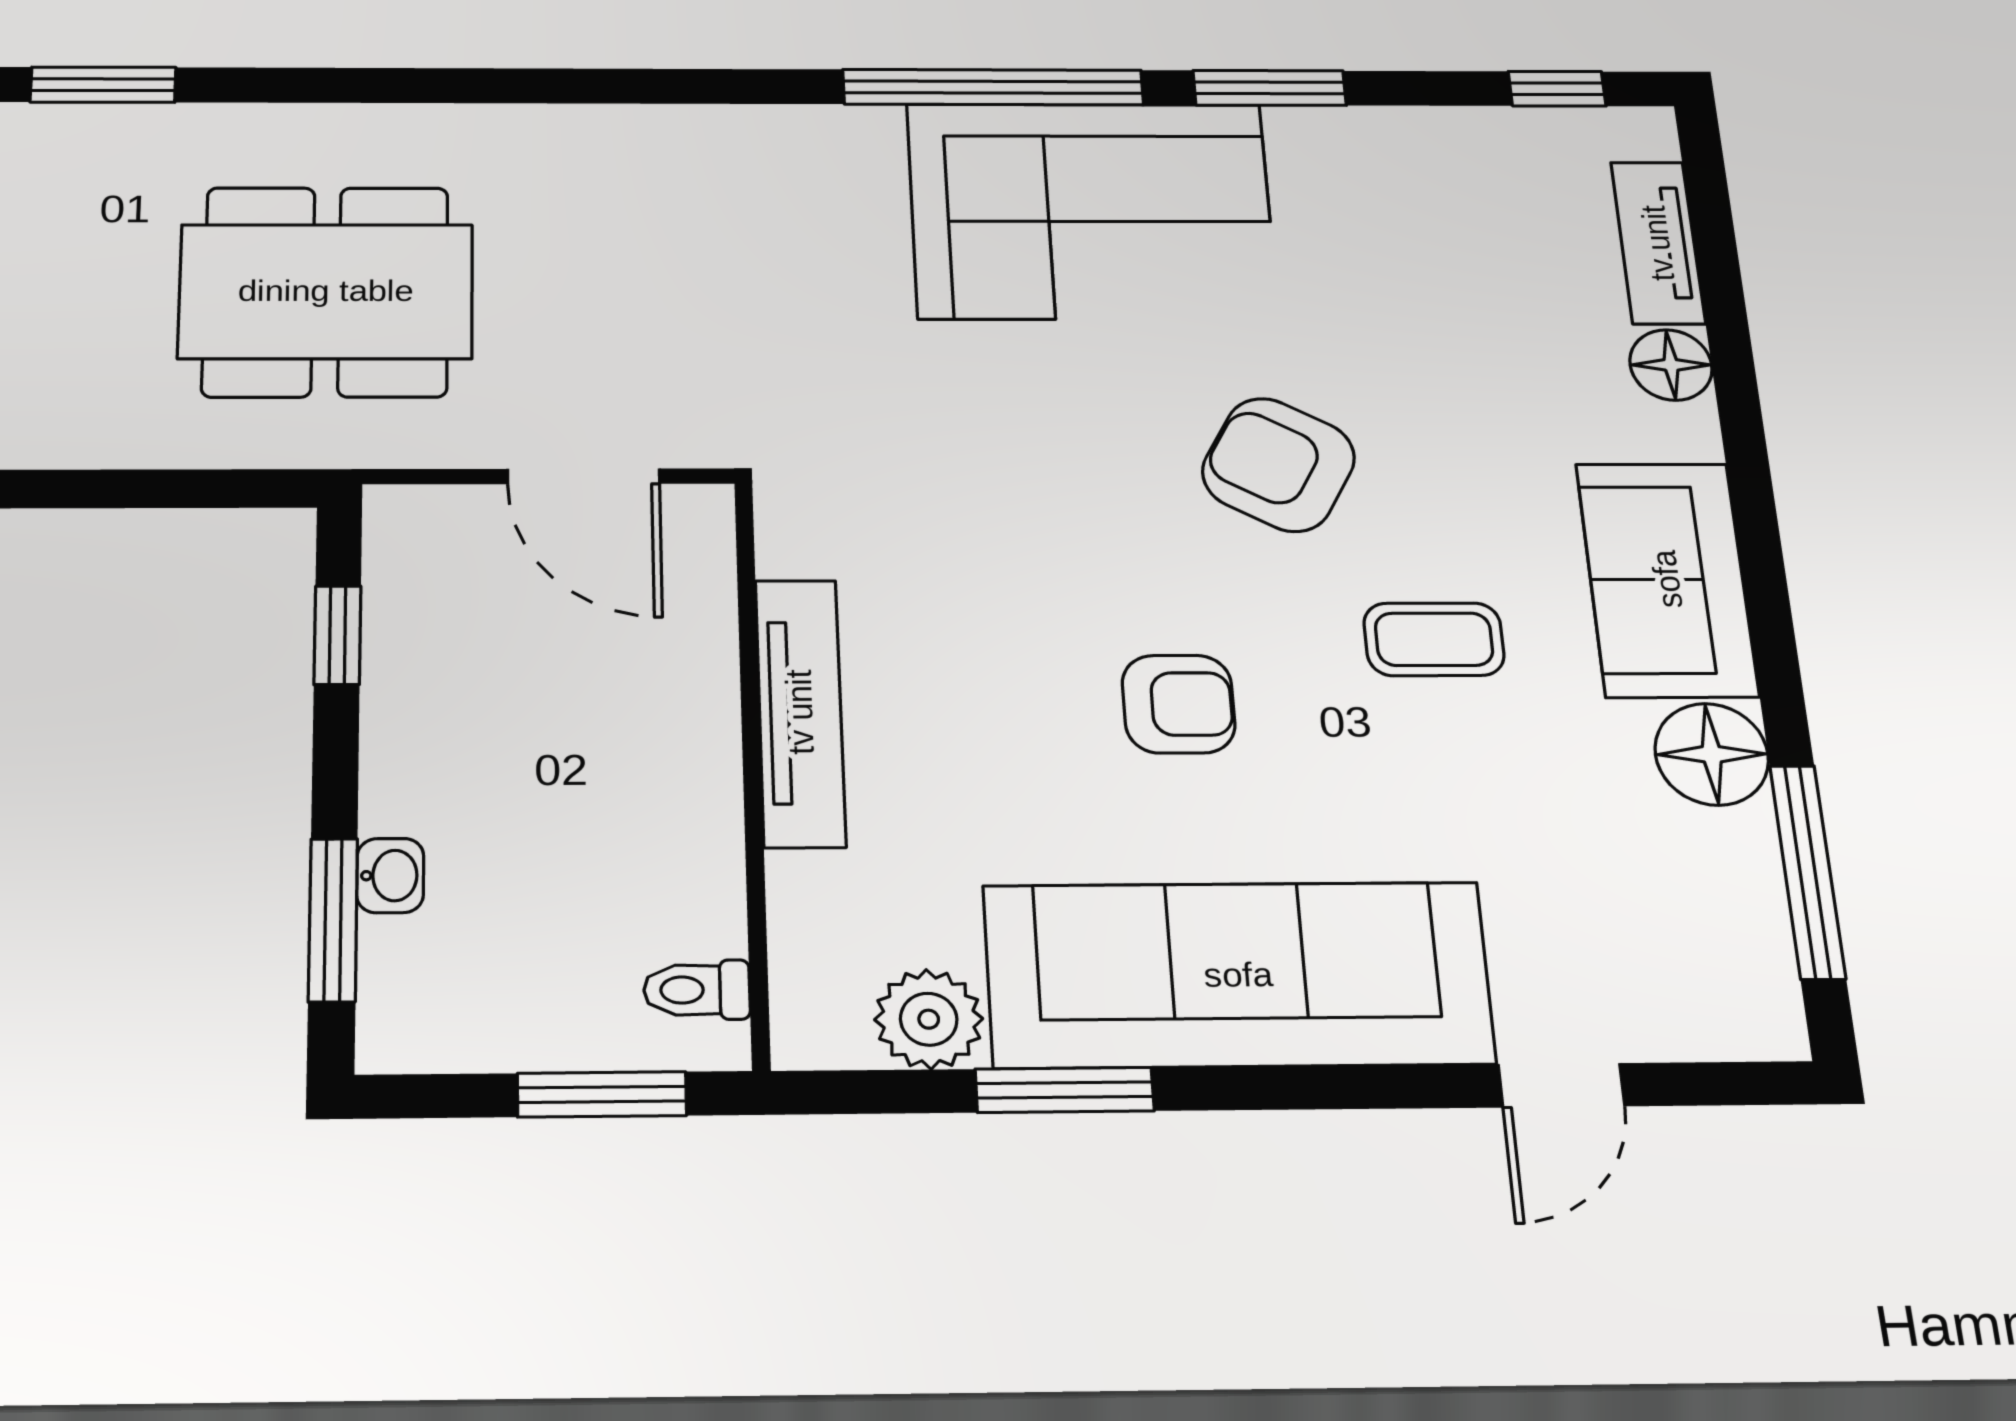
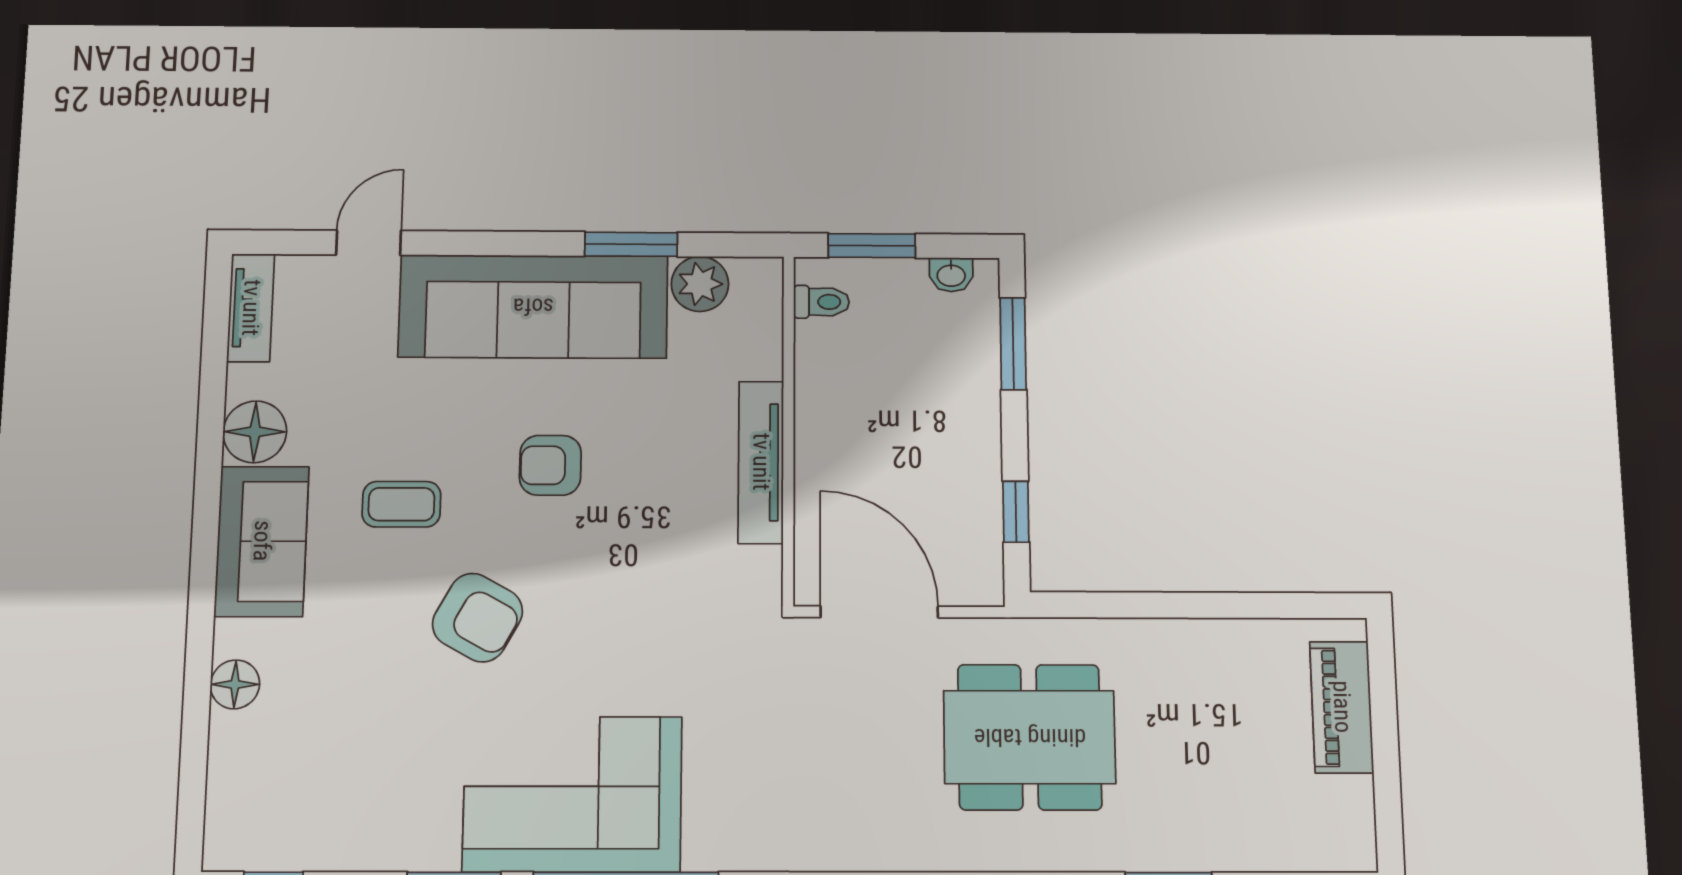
tv unit: (1658, 243) -> (251, 308), moved
door: (584, 476) -> (879, 612), width x1.36
window: (1807, 872) -> (214, 361), removed
washbasin: (390, 876) -> (951, 275), moved, turned -90

